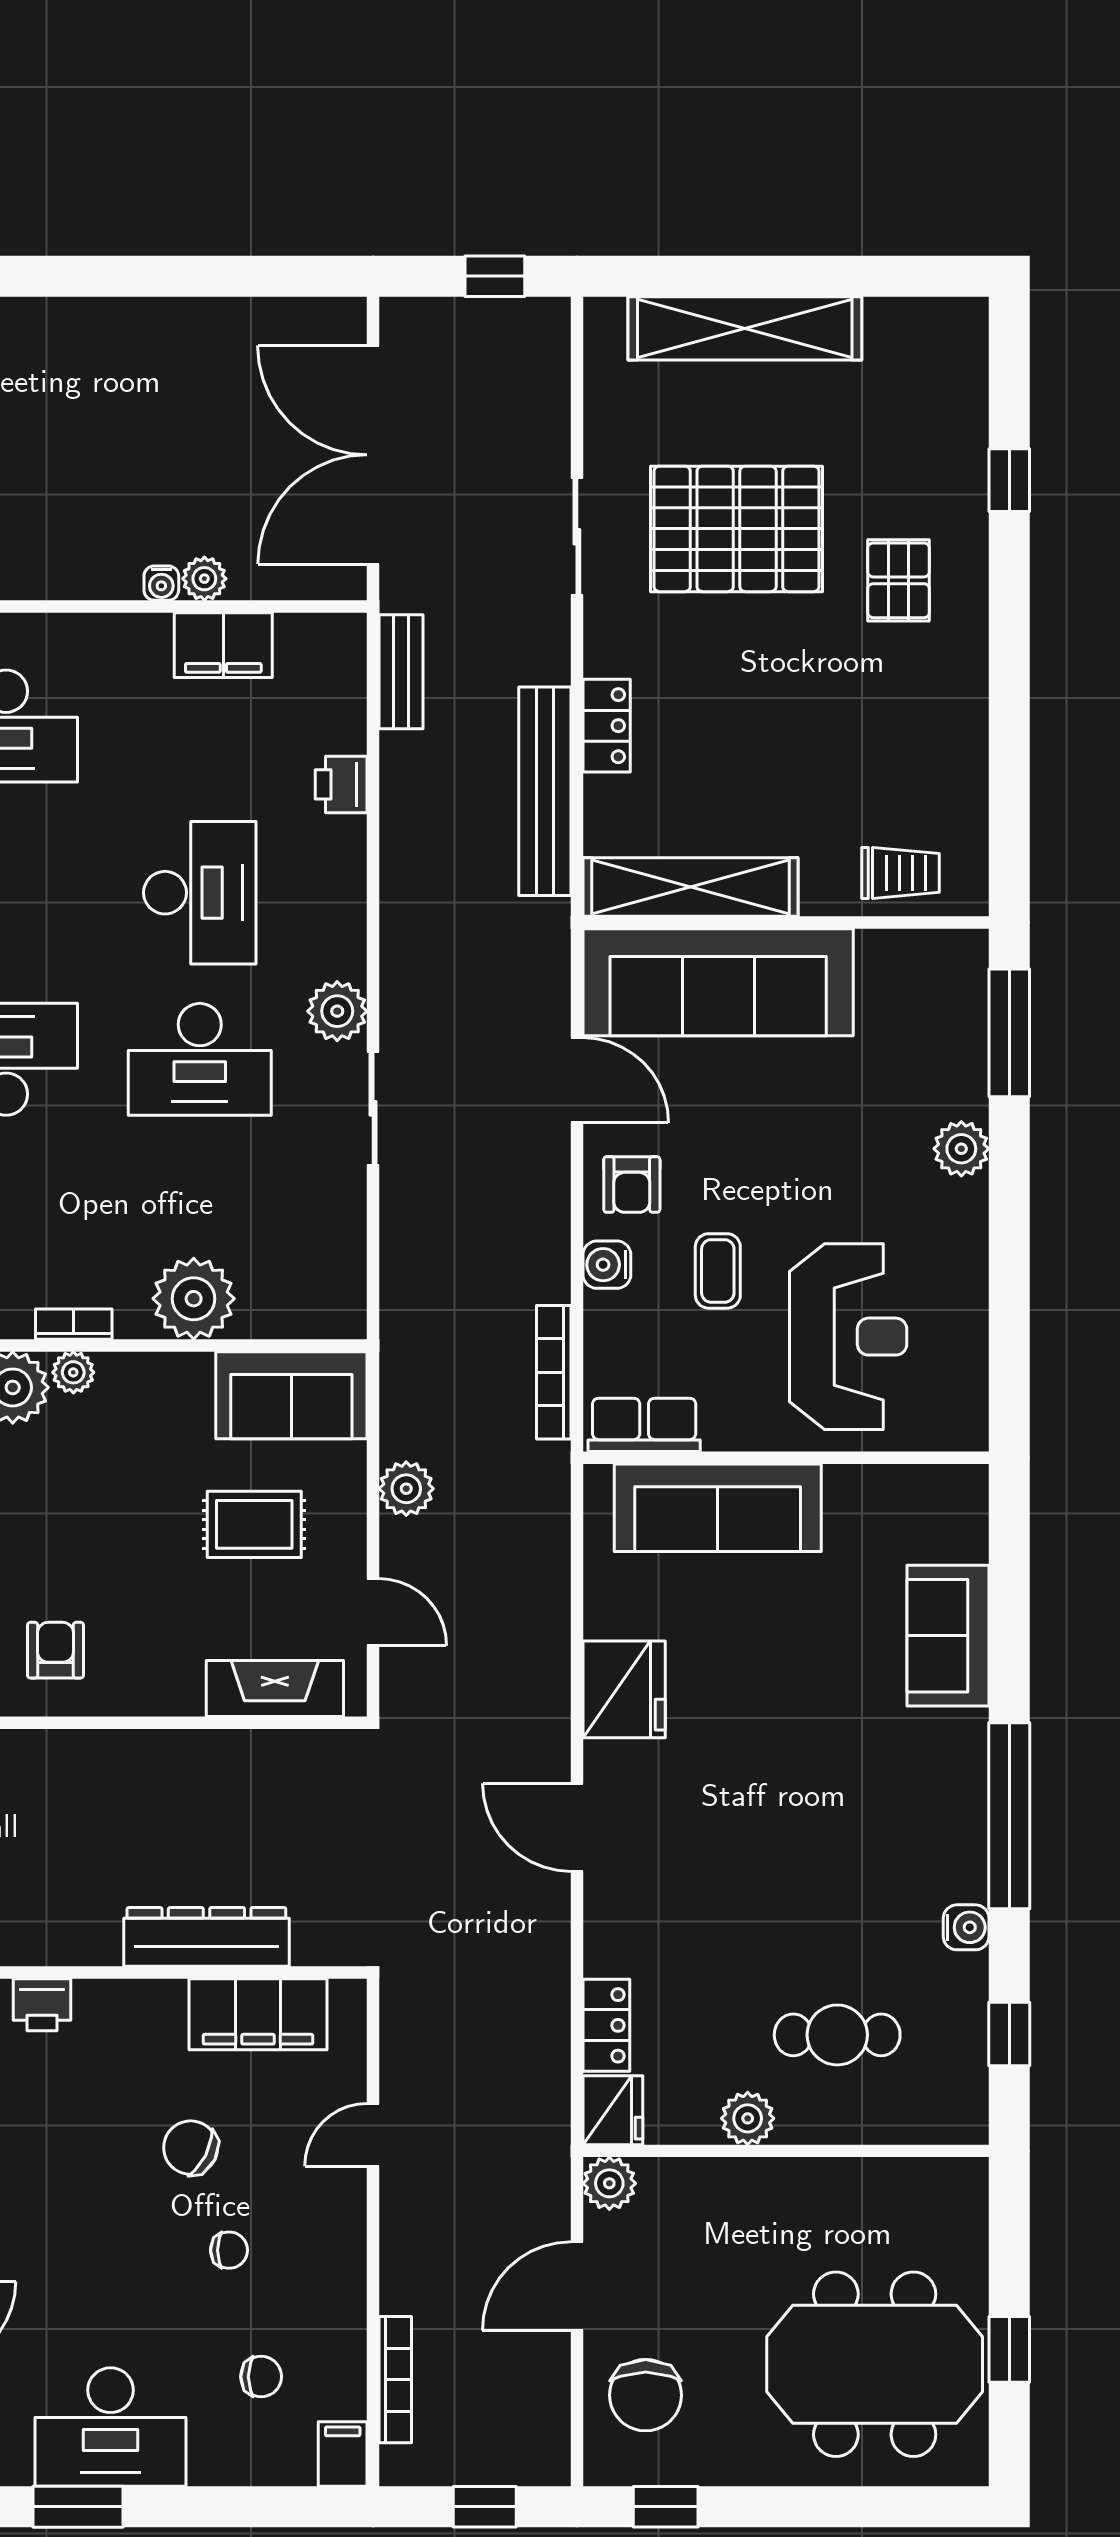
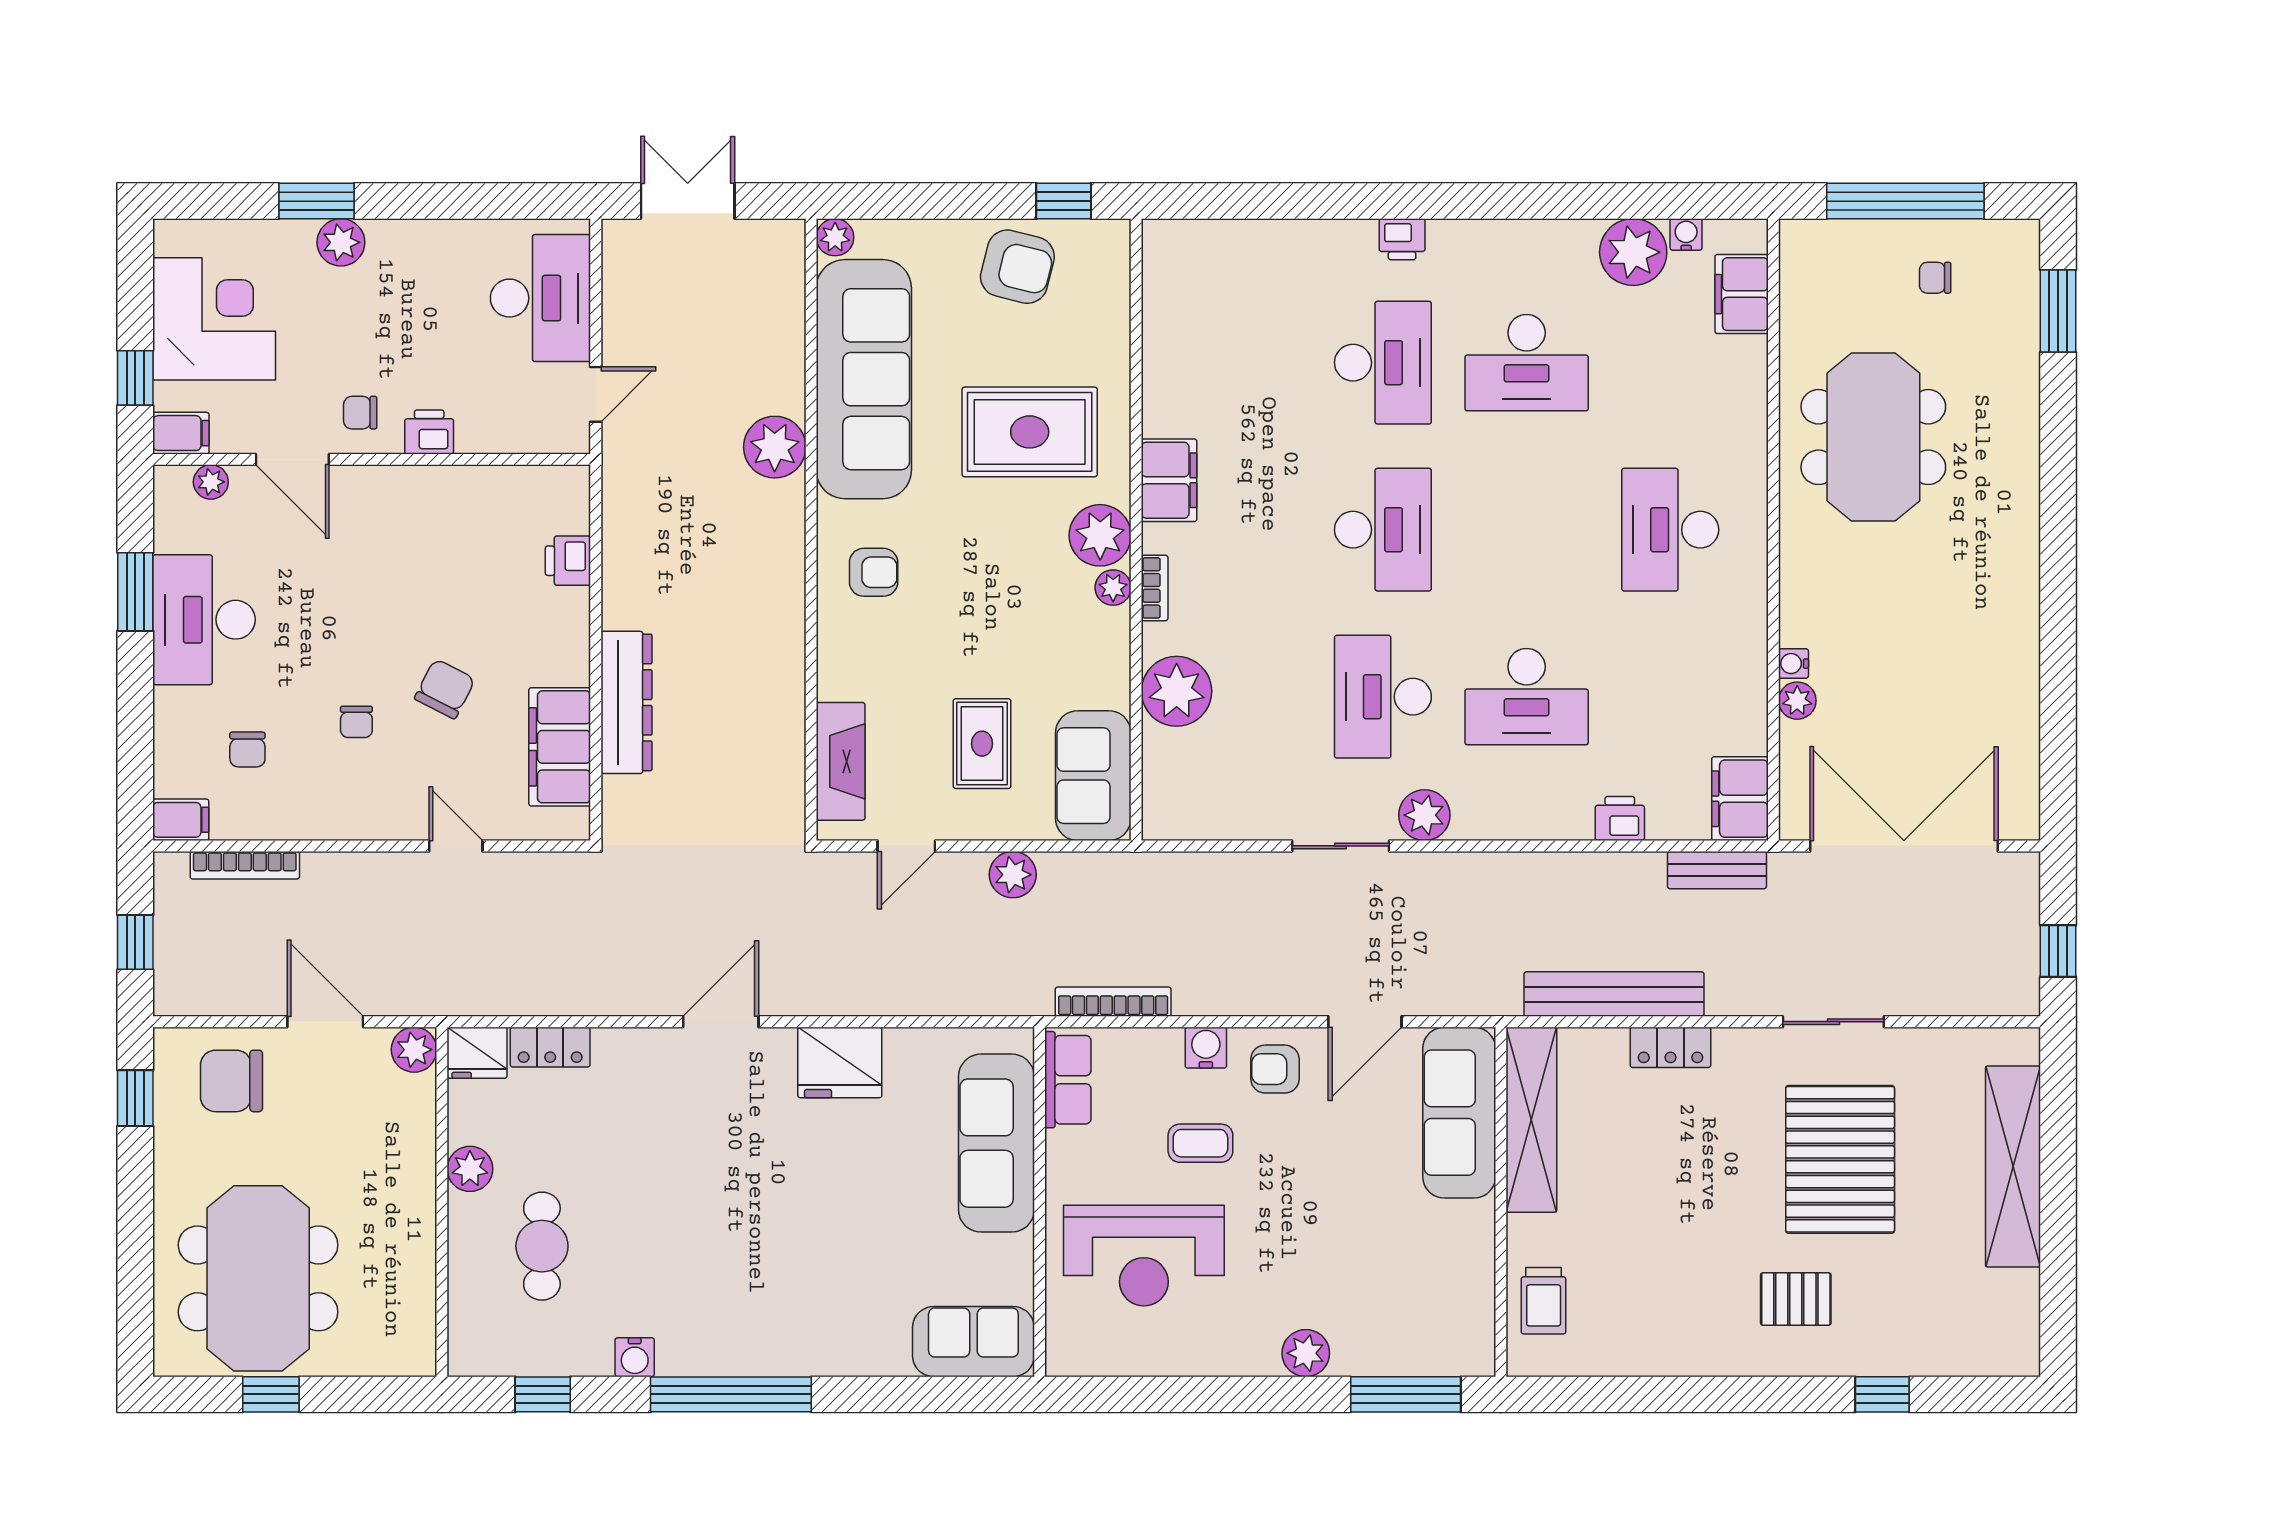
filing cabinet: (223, 645) -> (1740, 799), moved
sofa: (718, 982) -> (1459, 1113), width x0.74, depth x0.79
sofa: (948, 1636) -> (973, 1342), moved

